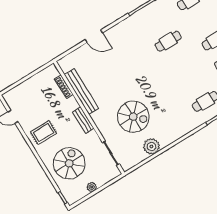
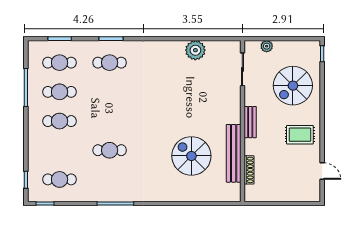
door: (94, 36) -> (185, 203), removed
spiral stairs: (133, 117) -> (191, 156), moved
plant: (92, 187) -> (267, 46), moved

